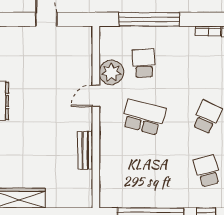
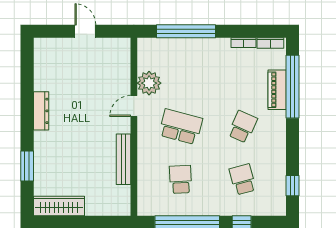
school desk: (144, 63) -> (181, 179), moved
bench: (85, 150) -> (124, 159), width x1.36

